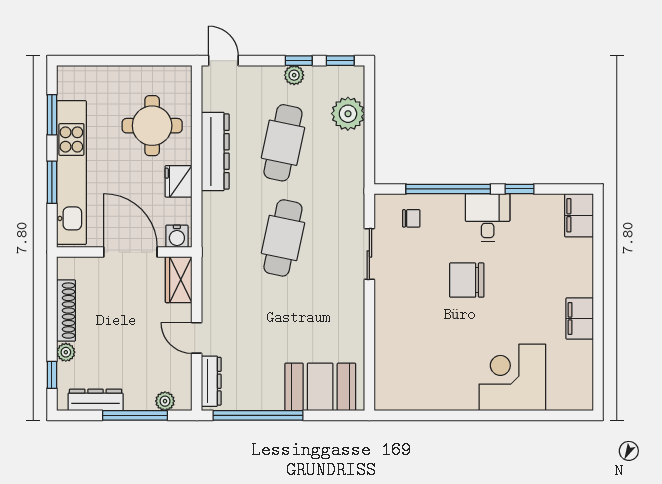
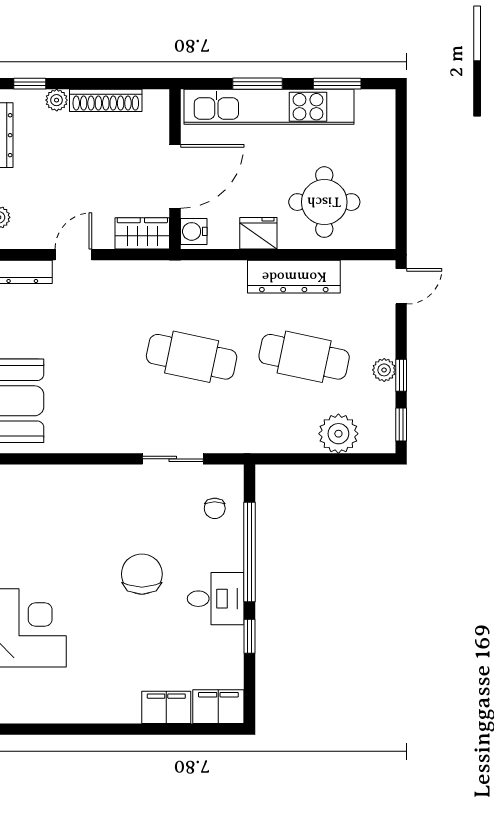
filing cabinet: (580, 318) -> (166, 707), moved

